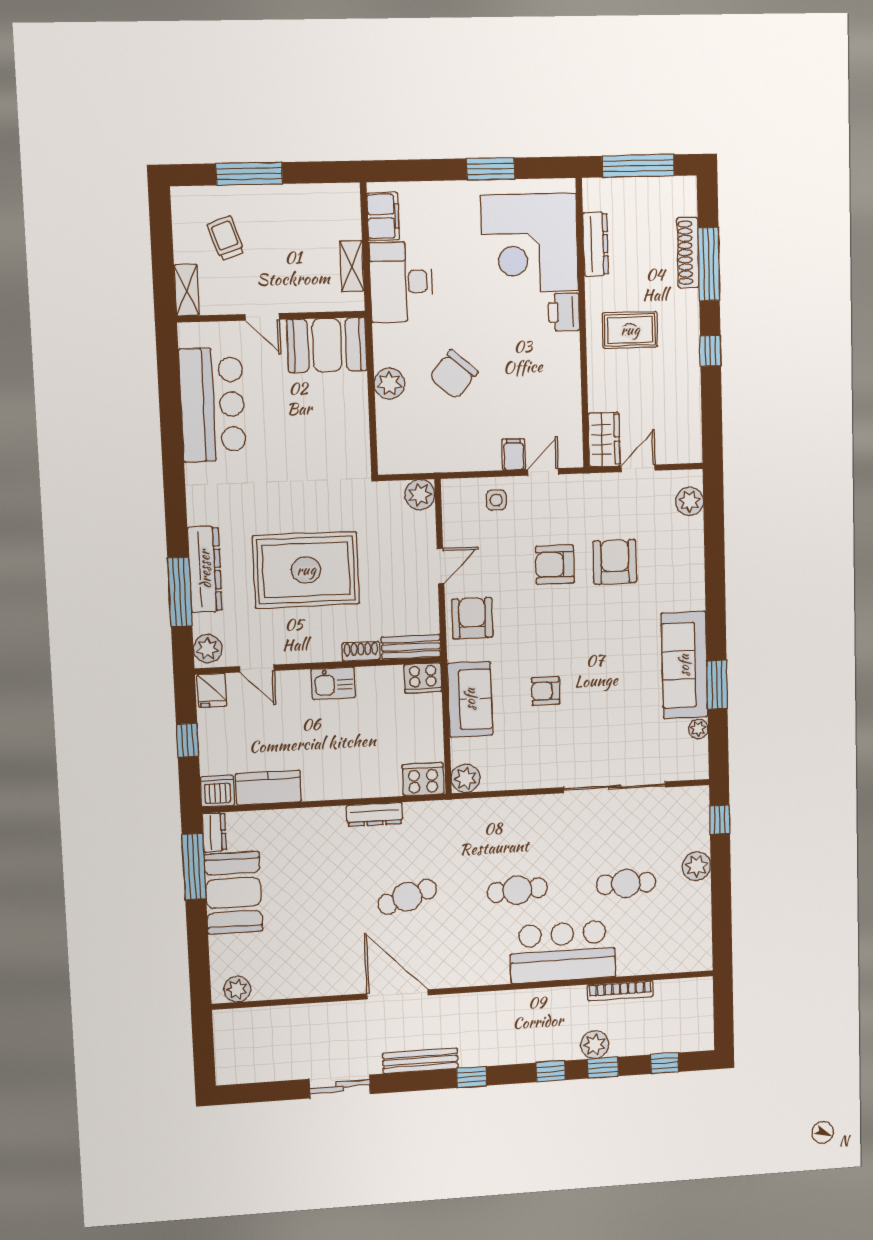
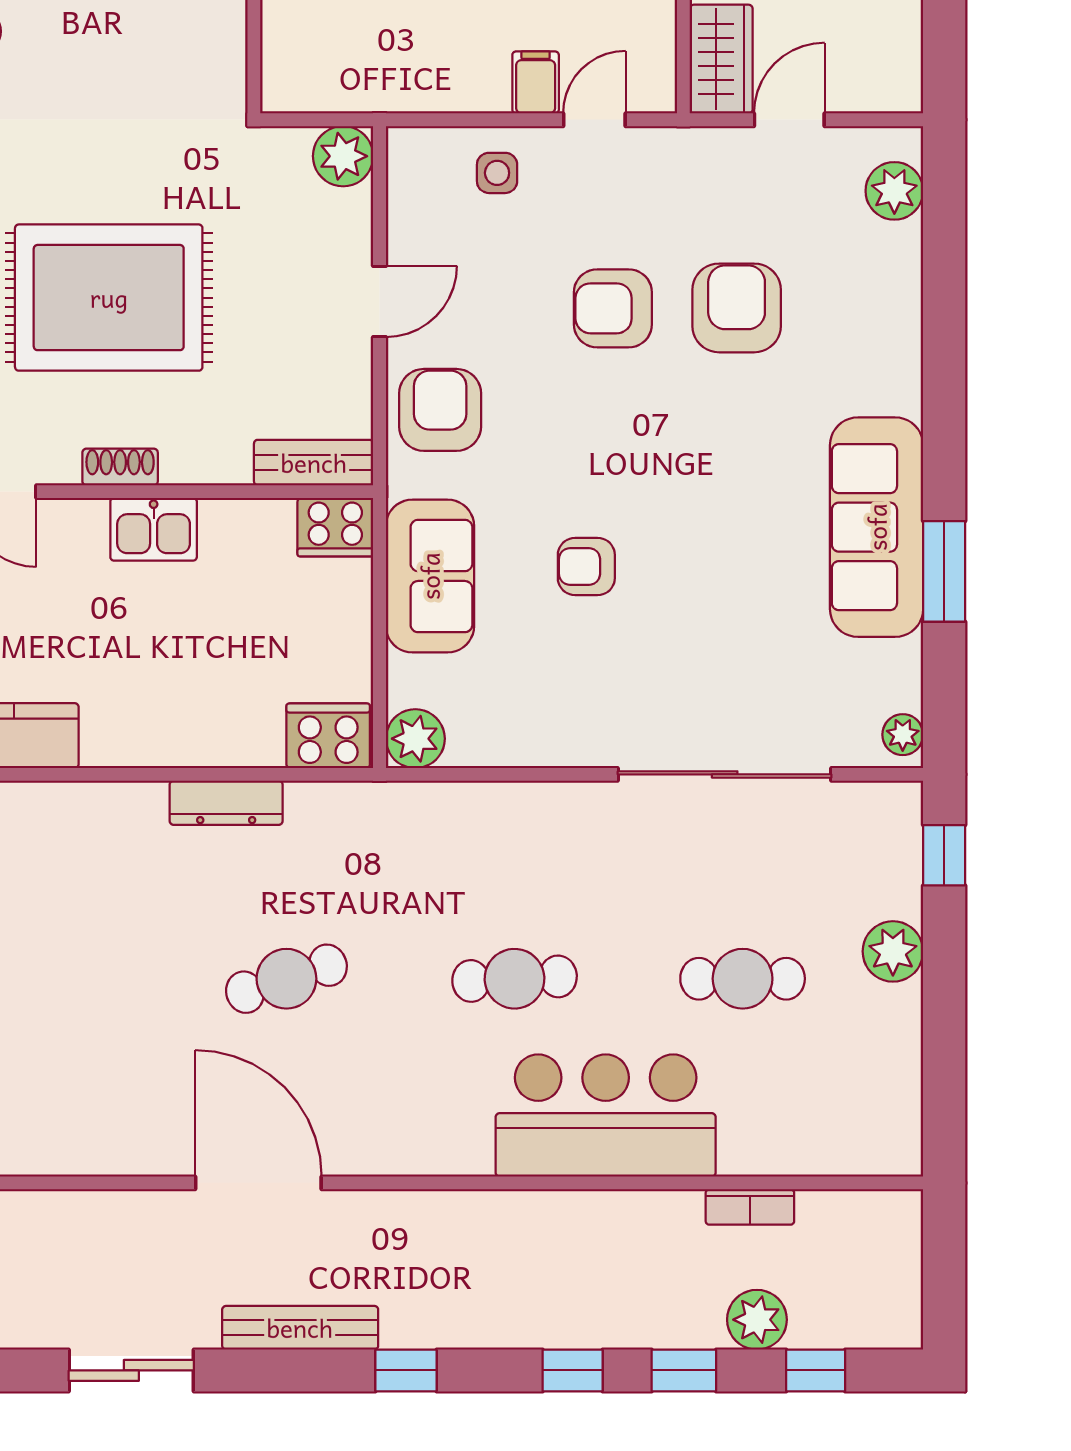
shoe rack: (361, 651) -> (120, 467), moved
plant: (698, 729) -> (903, 735), moved
bookcase: (620, 991) -> (750, 1207), width x0.64
plant: (595, 1045) -> (757, 1320), moved

